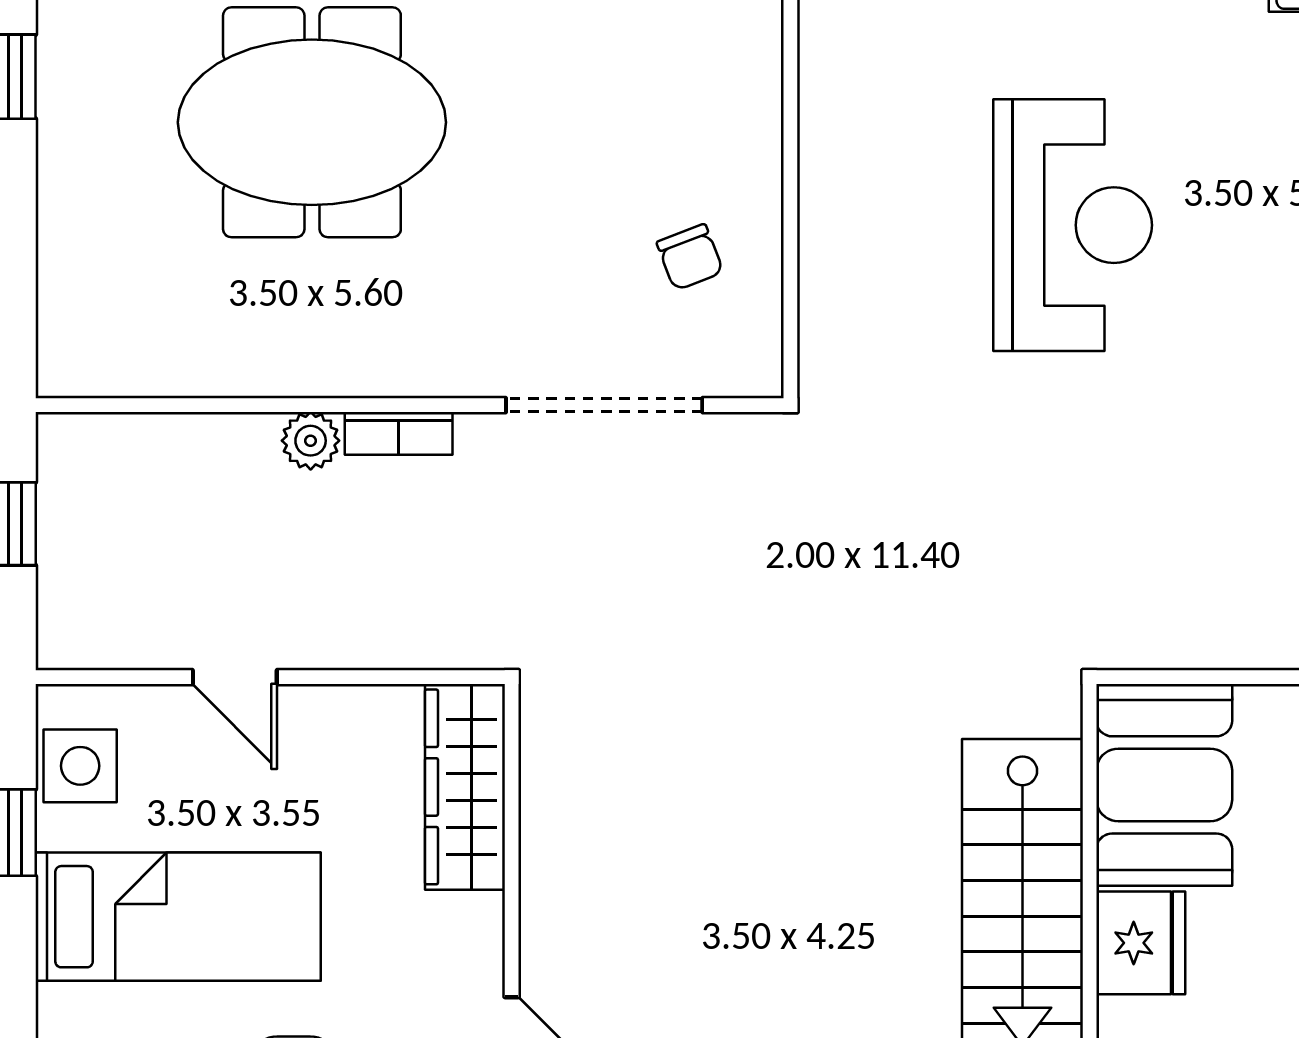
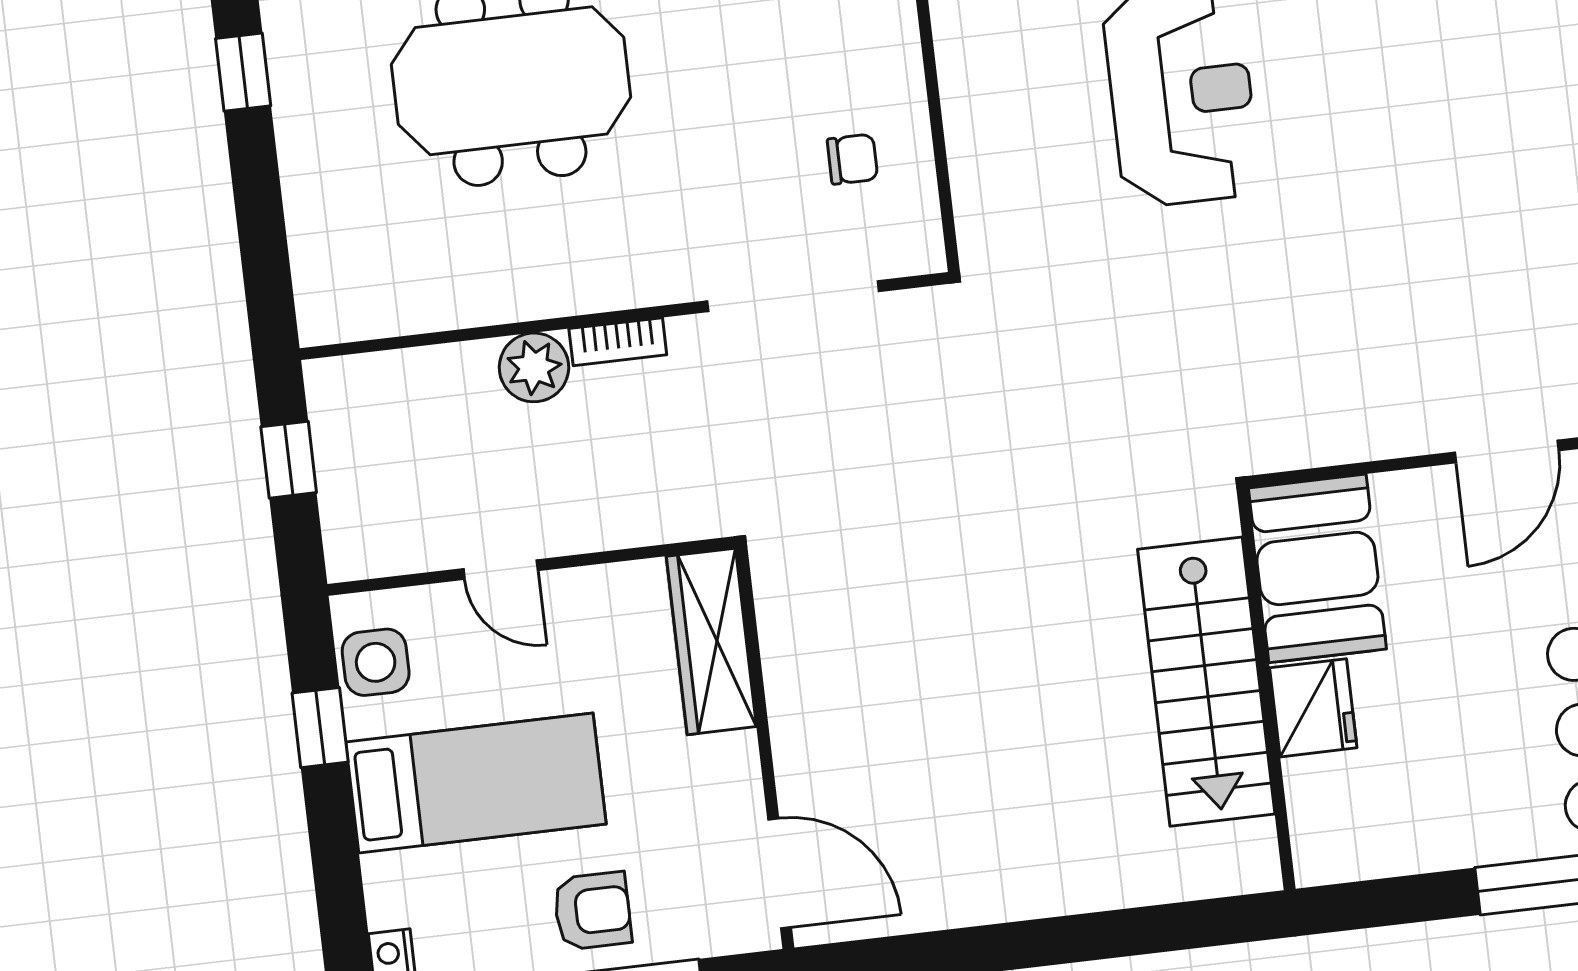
chair: (690, 257) -> (852, 159), turned -69
plant: (311, 441) -> (534, 367), width x1.38, depth x1.38

